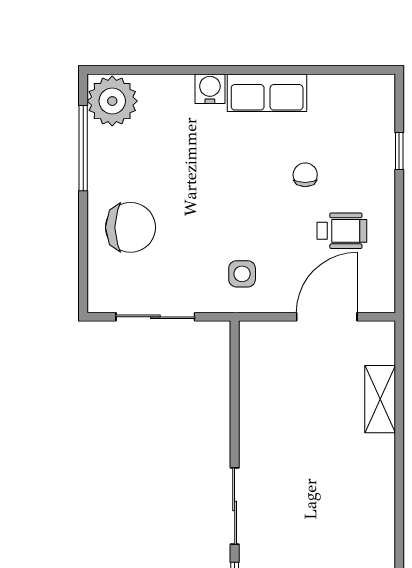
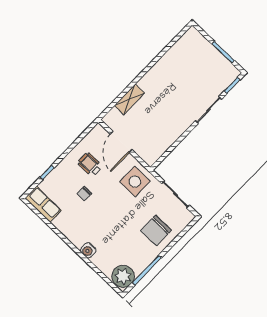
row of seats: (267, 93) -> (43, 204), moved
chair: (131, 227) -> (156, 231), turned -90
side table: (242, 274) -> (135, 181), width x1.87, depth x1.87
door: (327, 317) -> (121, 142), hinge flipped

